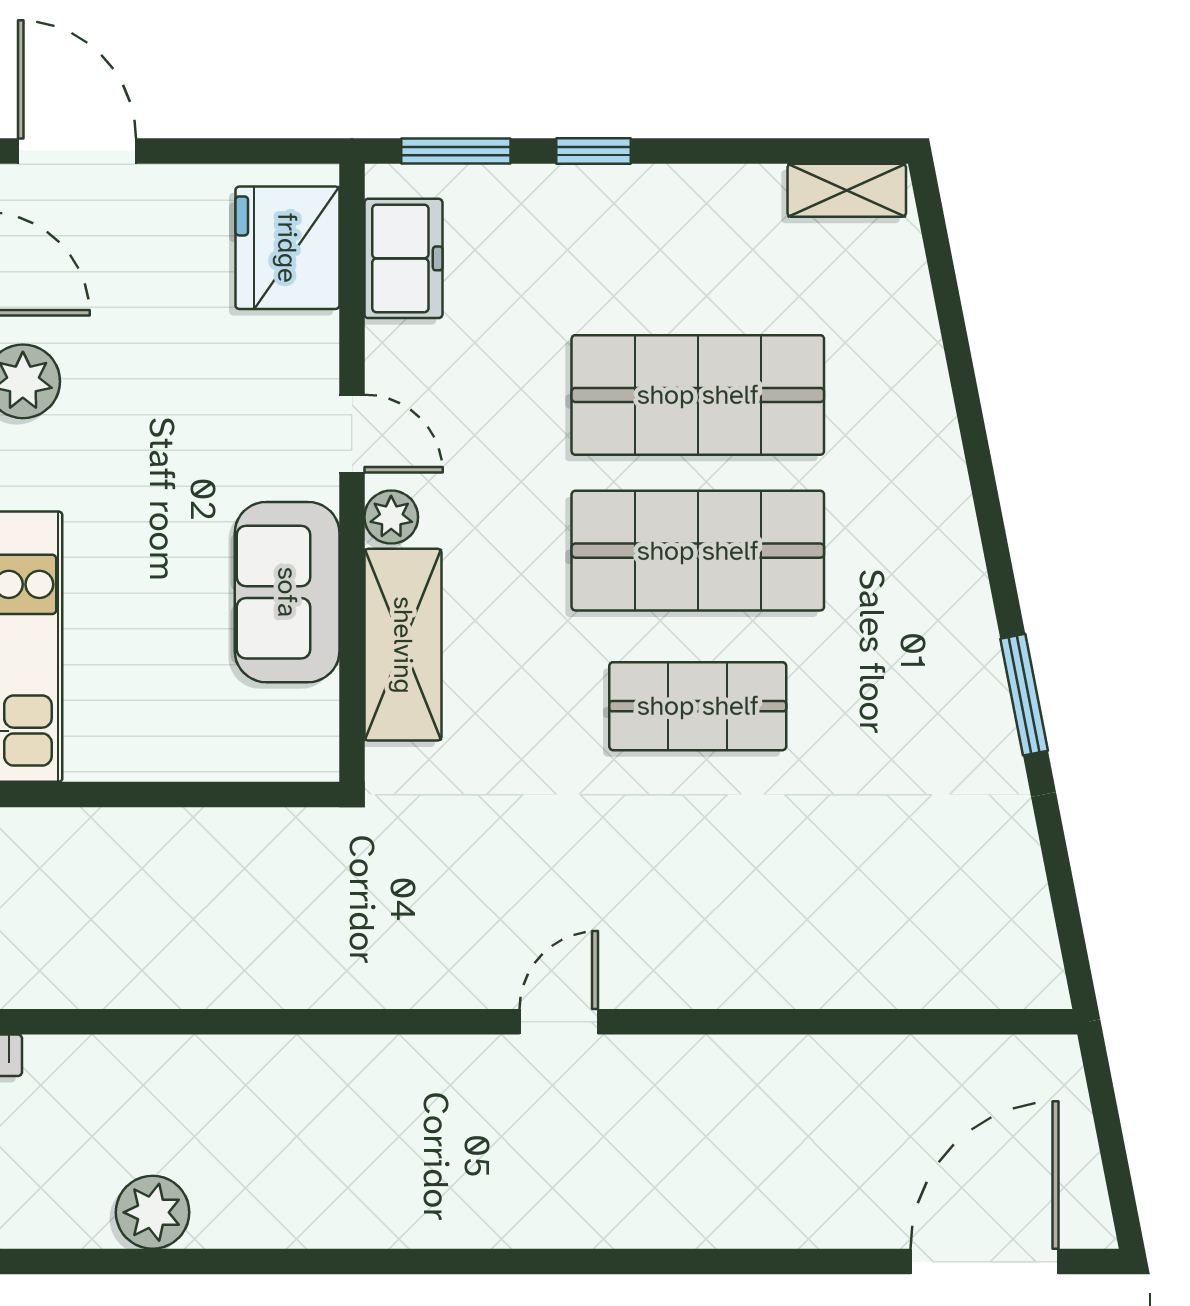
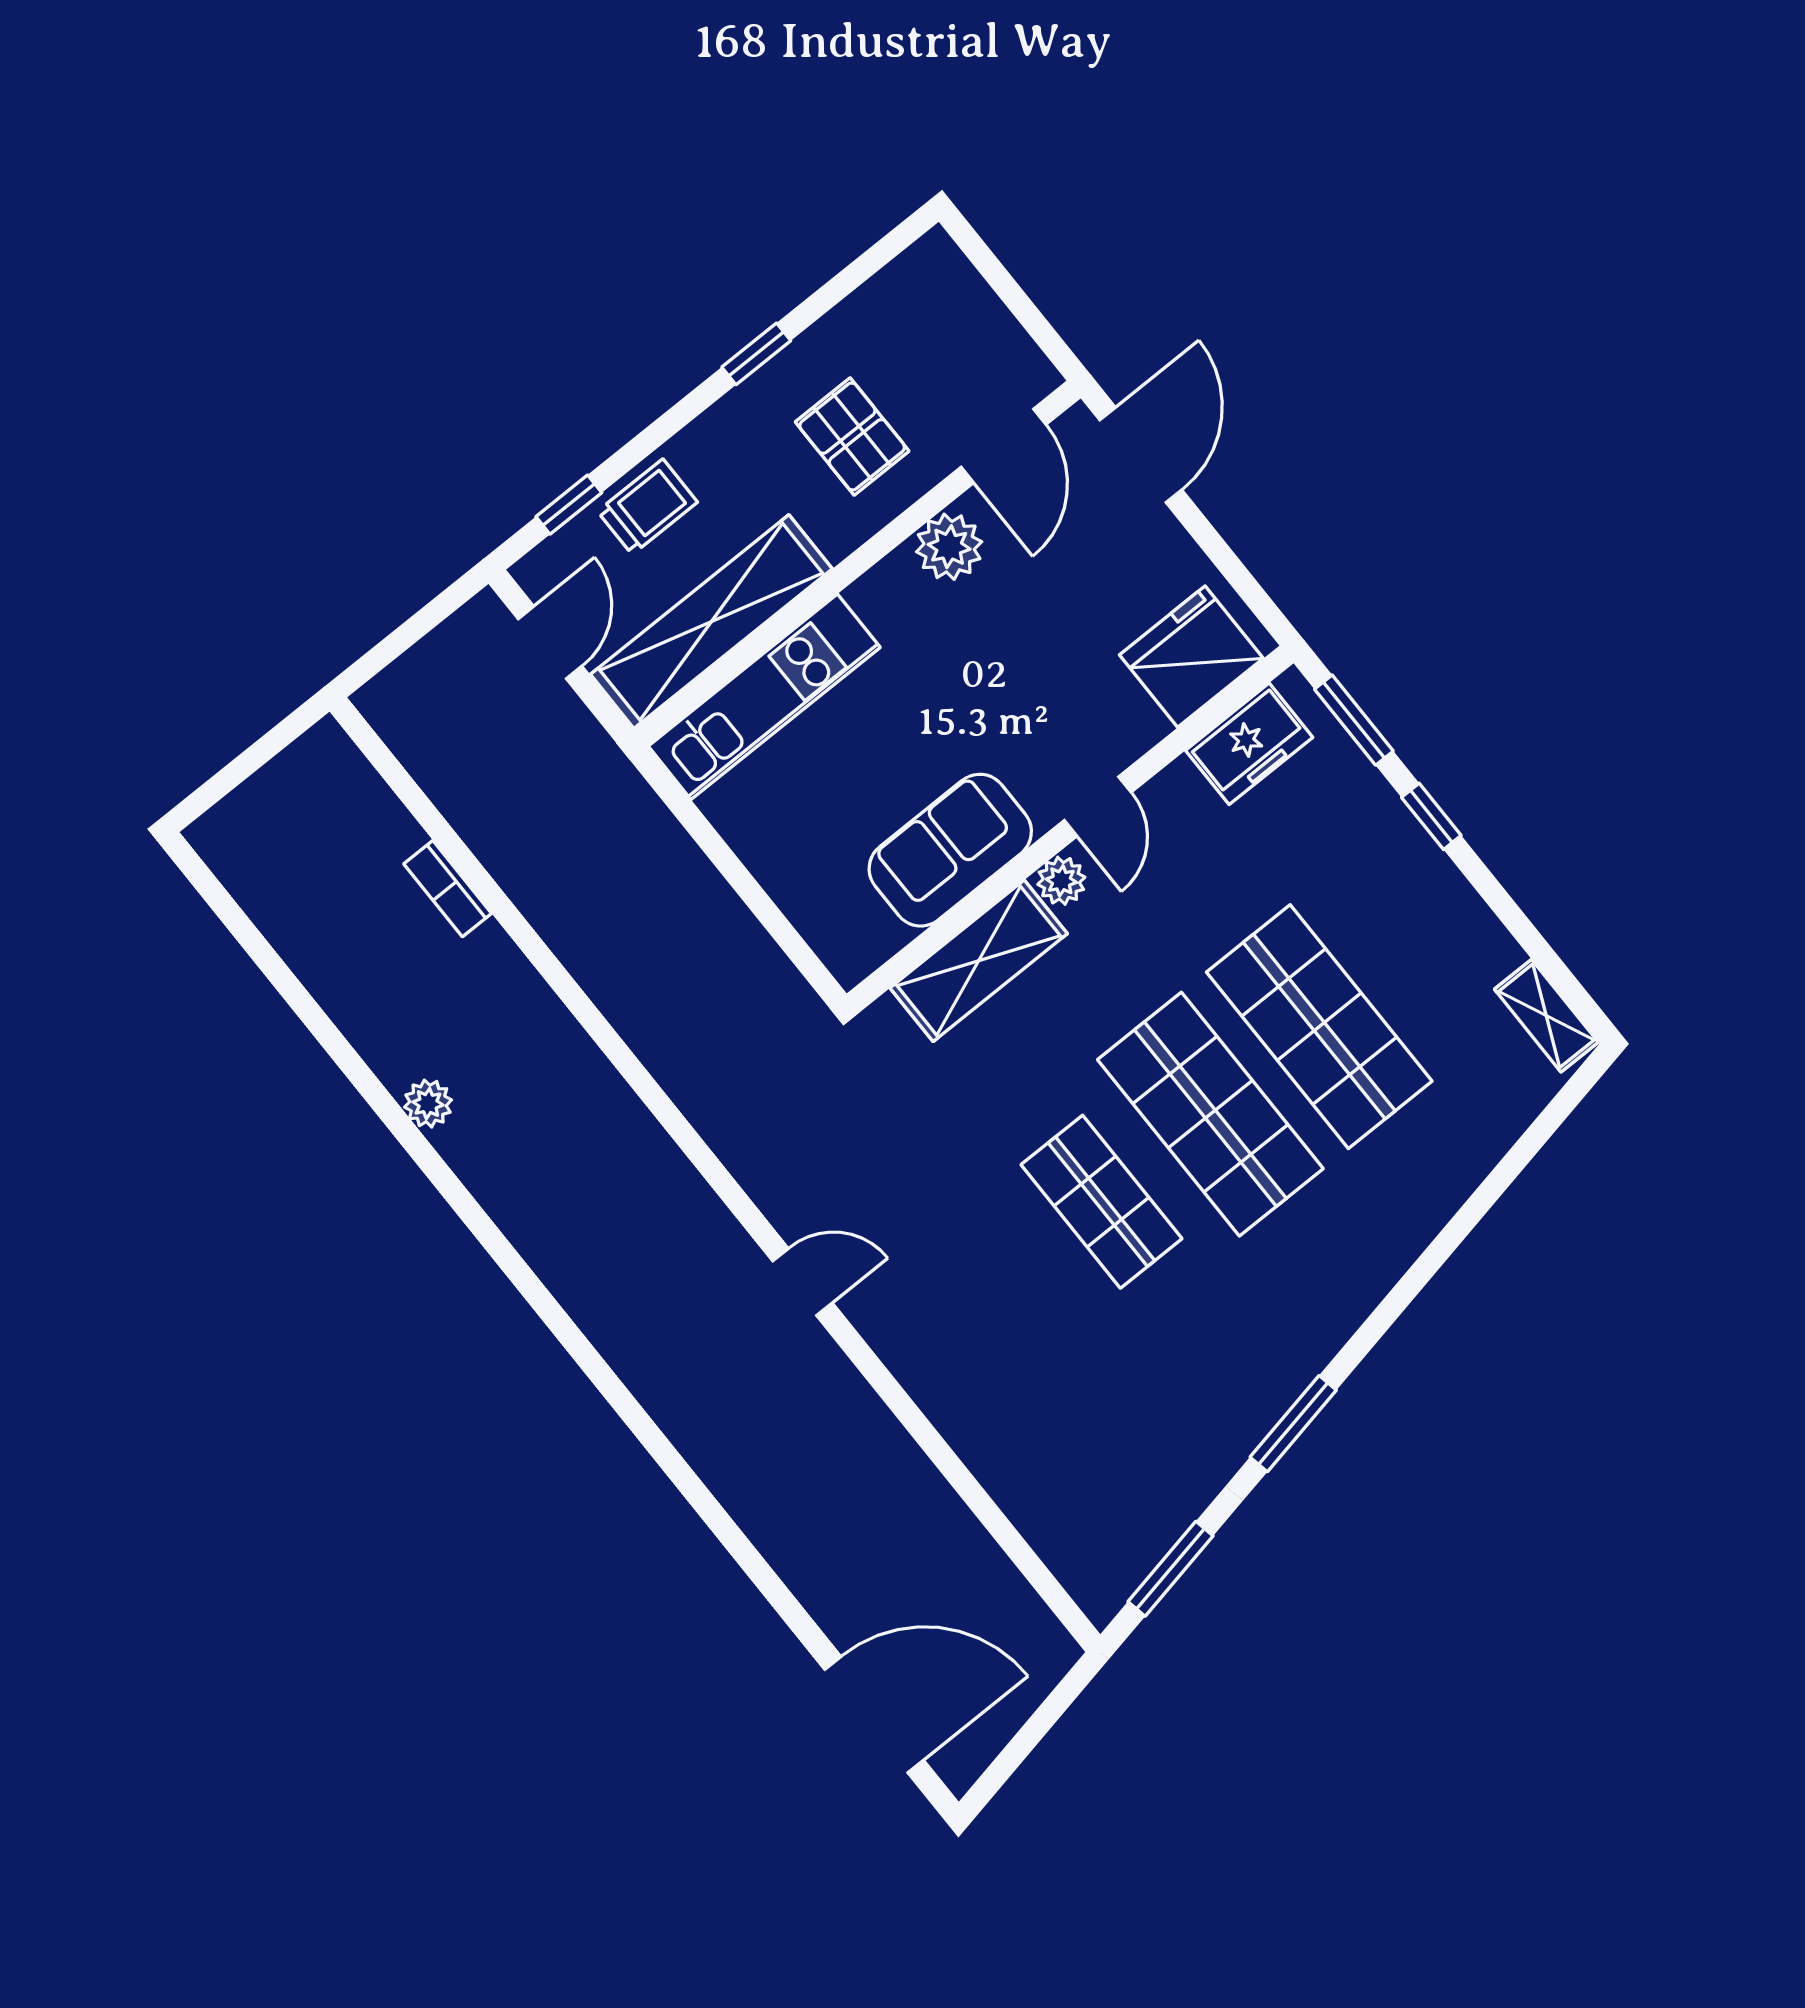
window: (1065, 902) -> (1171, 1569), added
plant: (153, 1212) -> (428, 1104), width x0.73, depth x0.73

